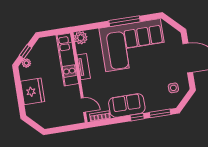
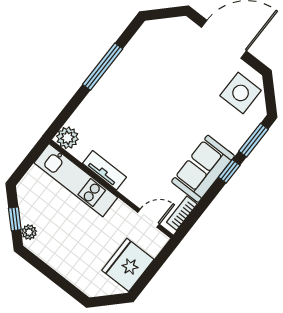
corner sofa: (133, 45) -> (141, 87), removed
side table: (173, 88) -> (241, 93), width x1.87, depth x1.87
fridge: (33, 91) -> (128, 265), moved, turned -90

